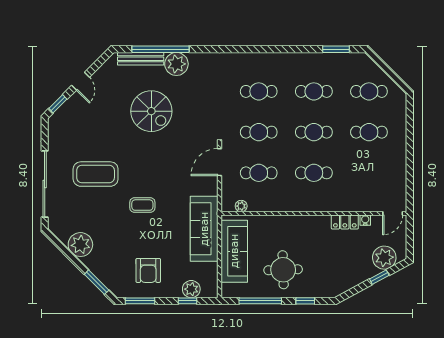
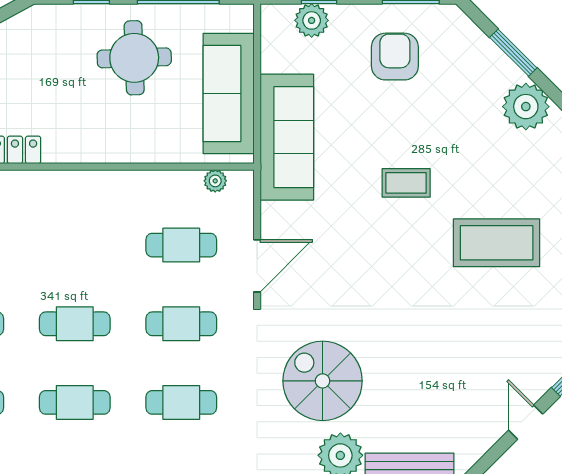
spiral stairs: (151, 111) -> (323, 381), moved
cafe table: (314, 173) -> (75, 245), removed
window: (97, 282) -> (513, 53), moved

